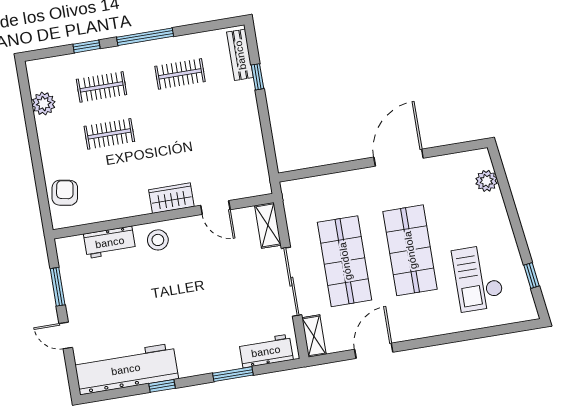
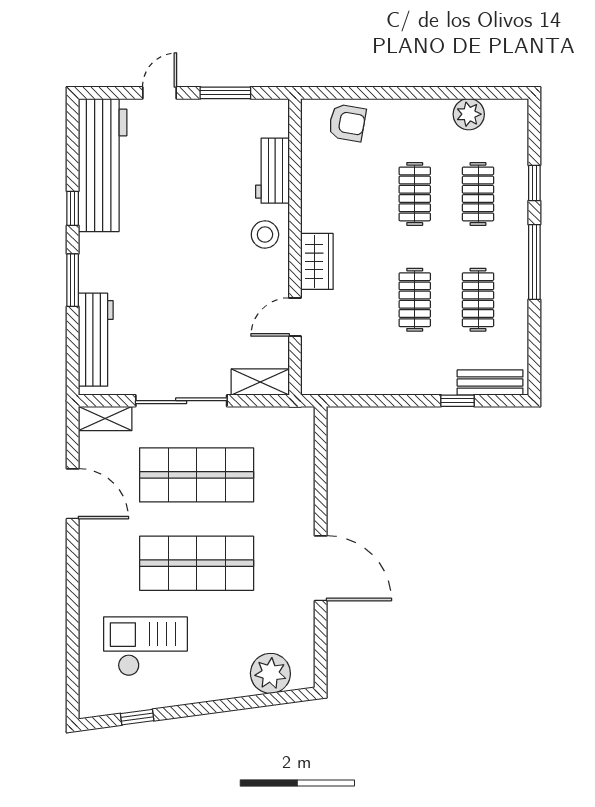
clothes rail: (188, 121) -> (415, 300), added
plant: (487, 181) -> (270, 673), width x1.36, depth x1.36
workbench: (266, 351) -> (96, 340), width x1.38
window: (233, 374) -> (73, 280), moved

